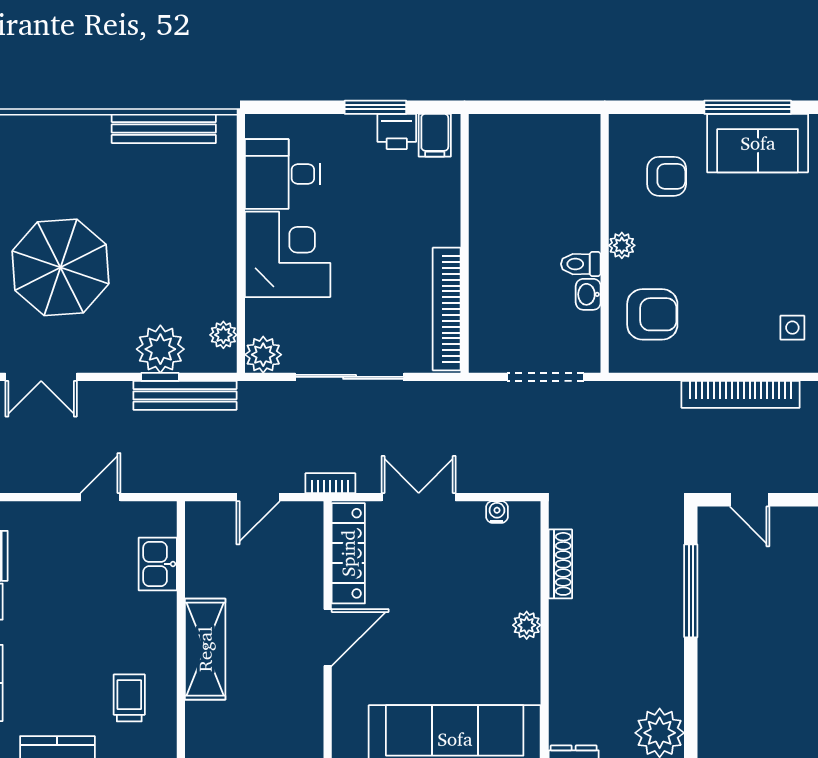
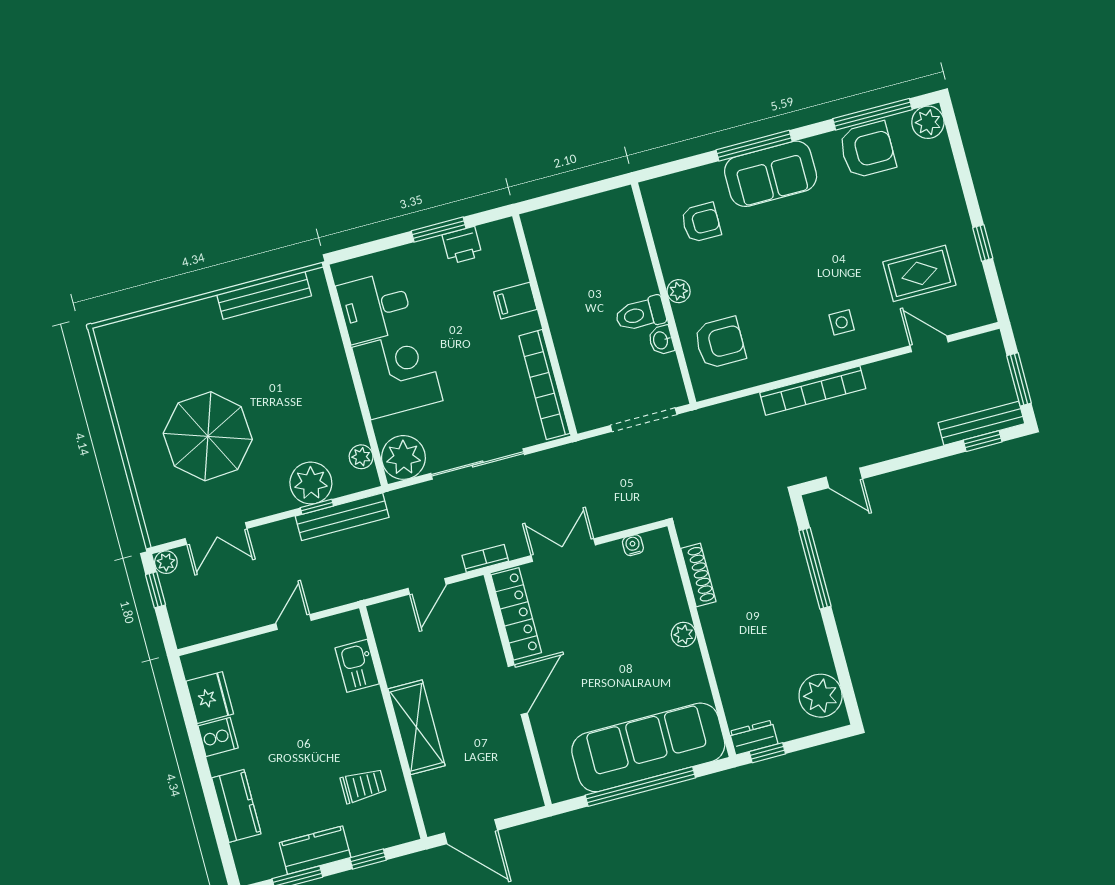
filing cabinet: (435, 135) -> (515, 301), moved, turned 90
toilet: (581, 264) -> (641, 314), width x1.37, depth x1.39
plant: (263, 355) -> (403, 457), width x1.36, depth x1.36
trolley: (129, 698) -> (363, 786), turned 90

